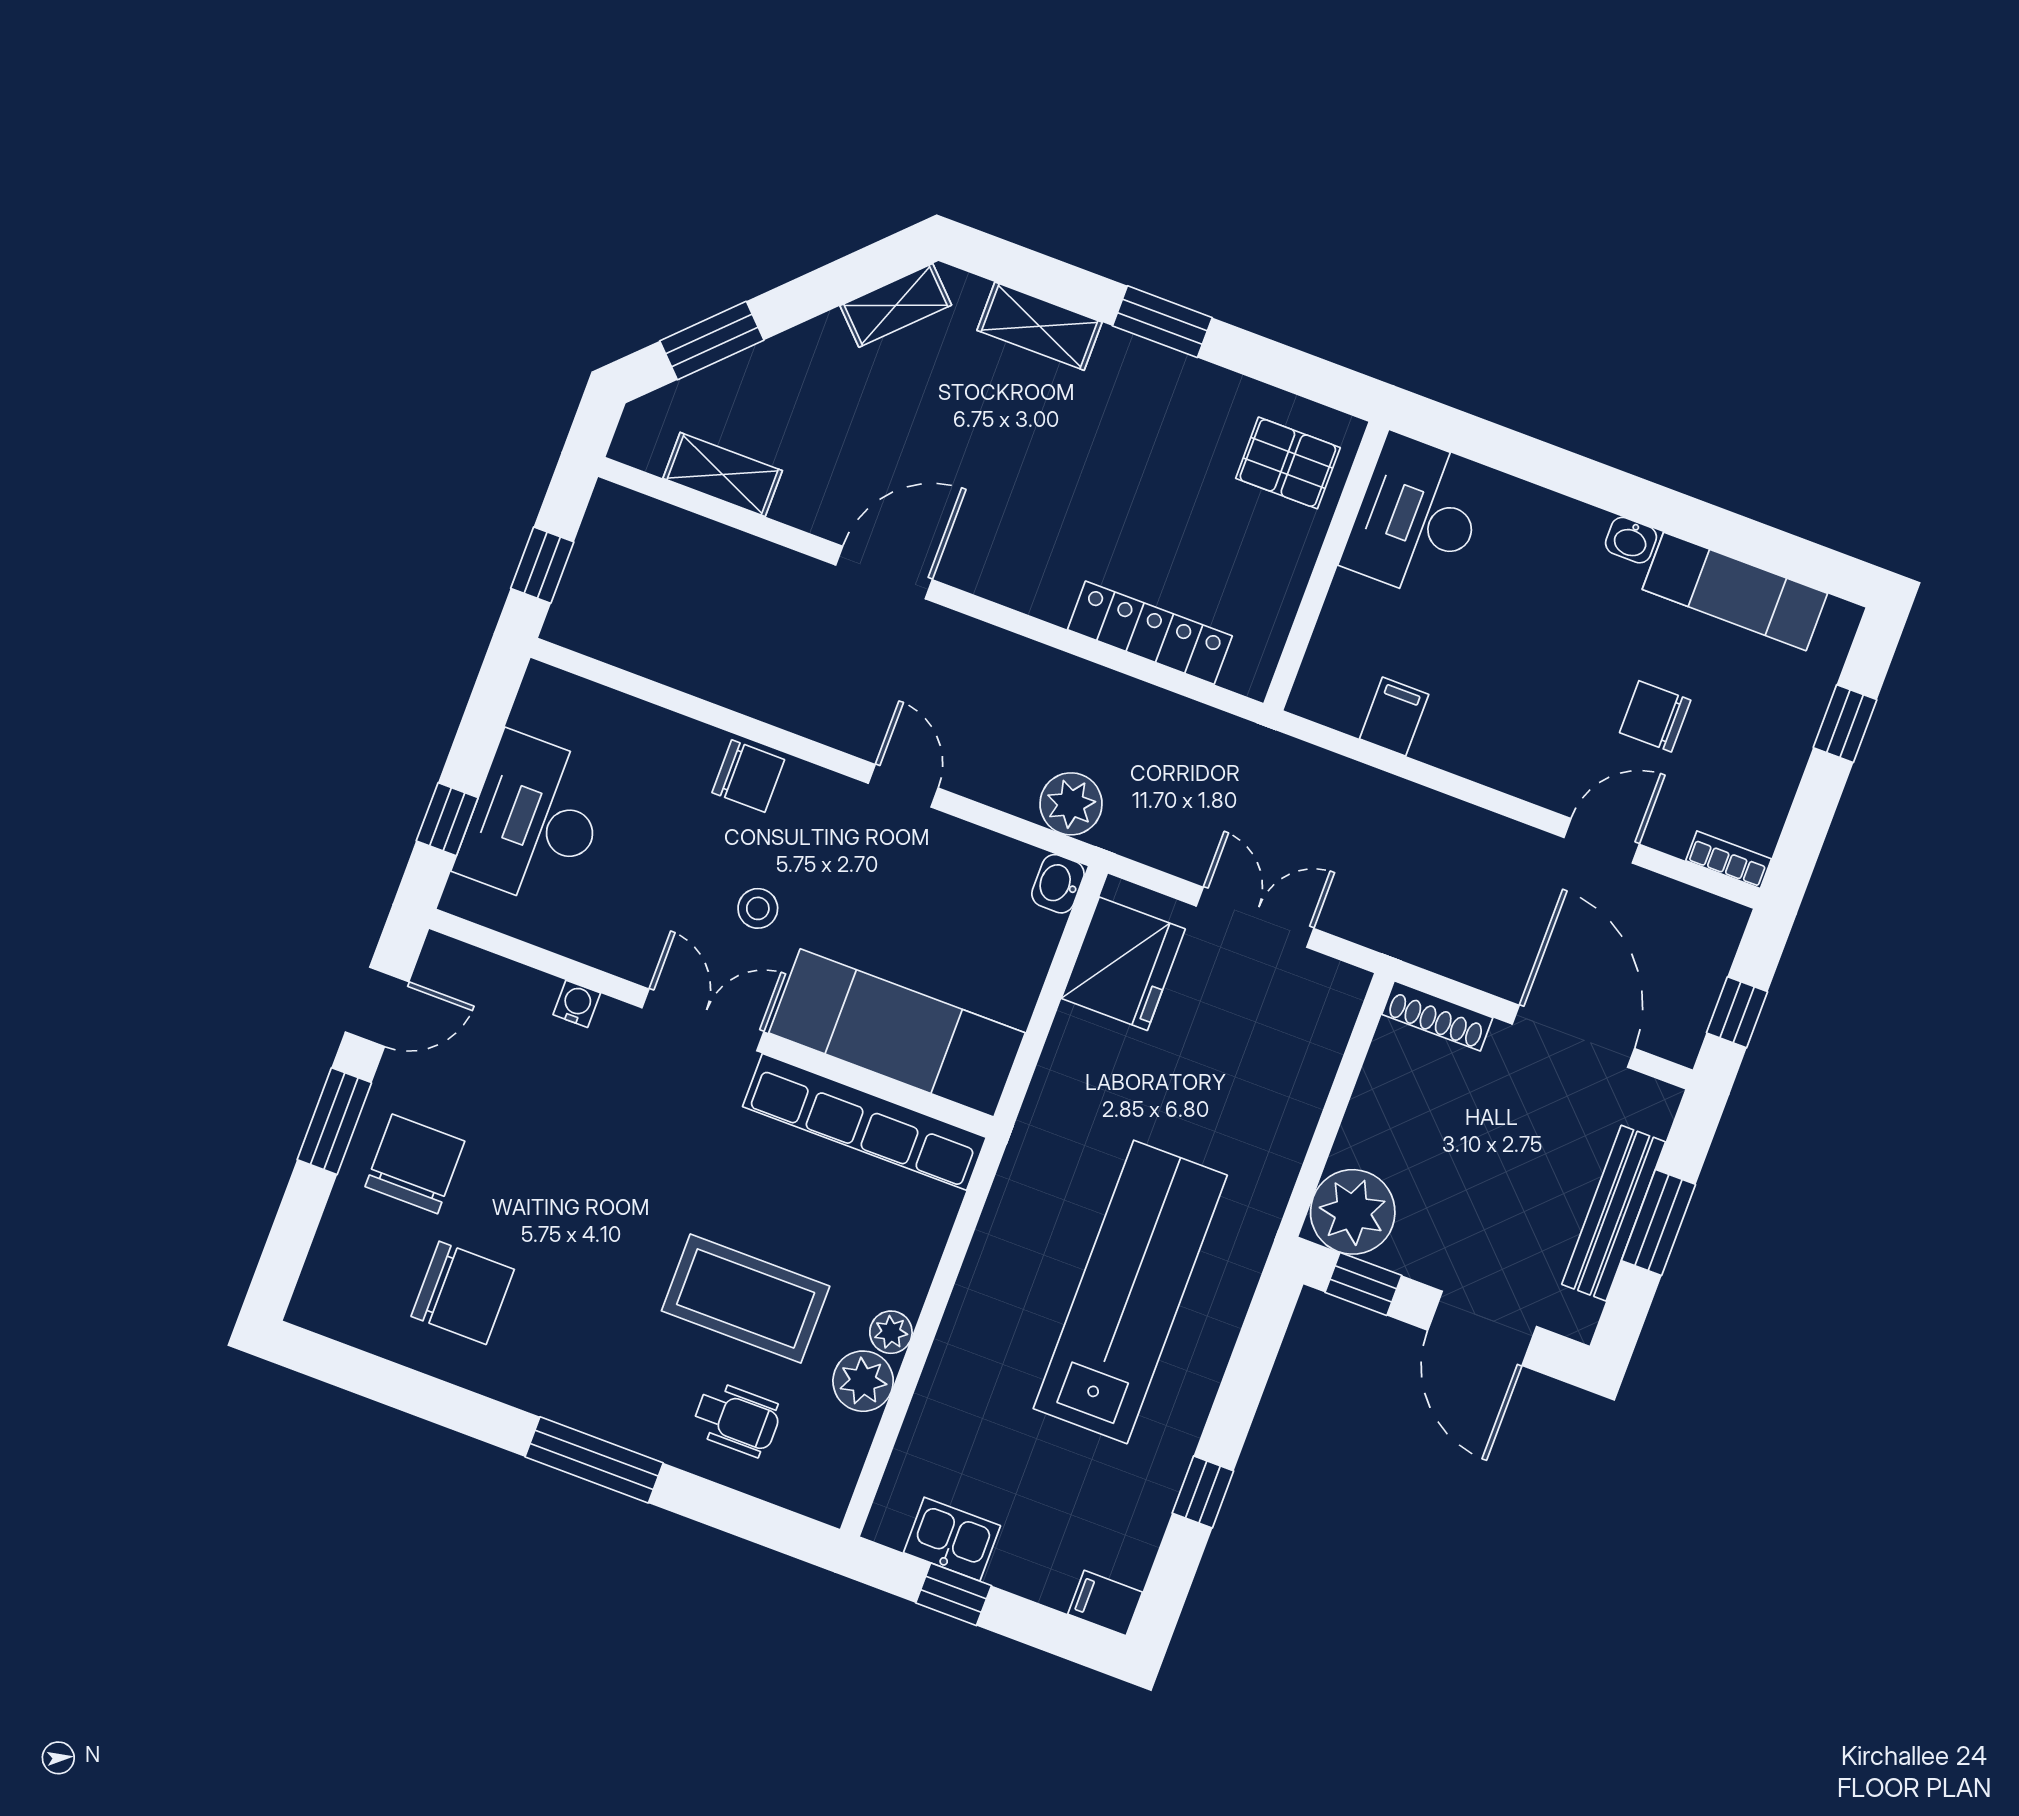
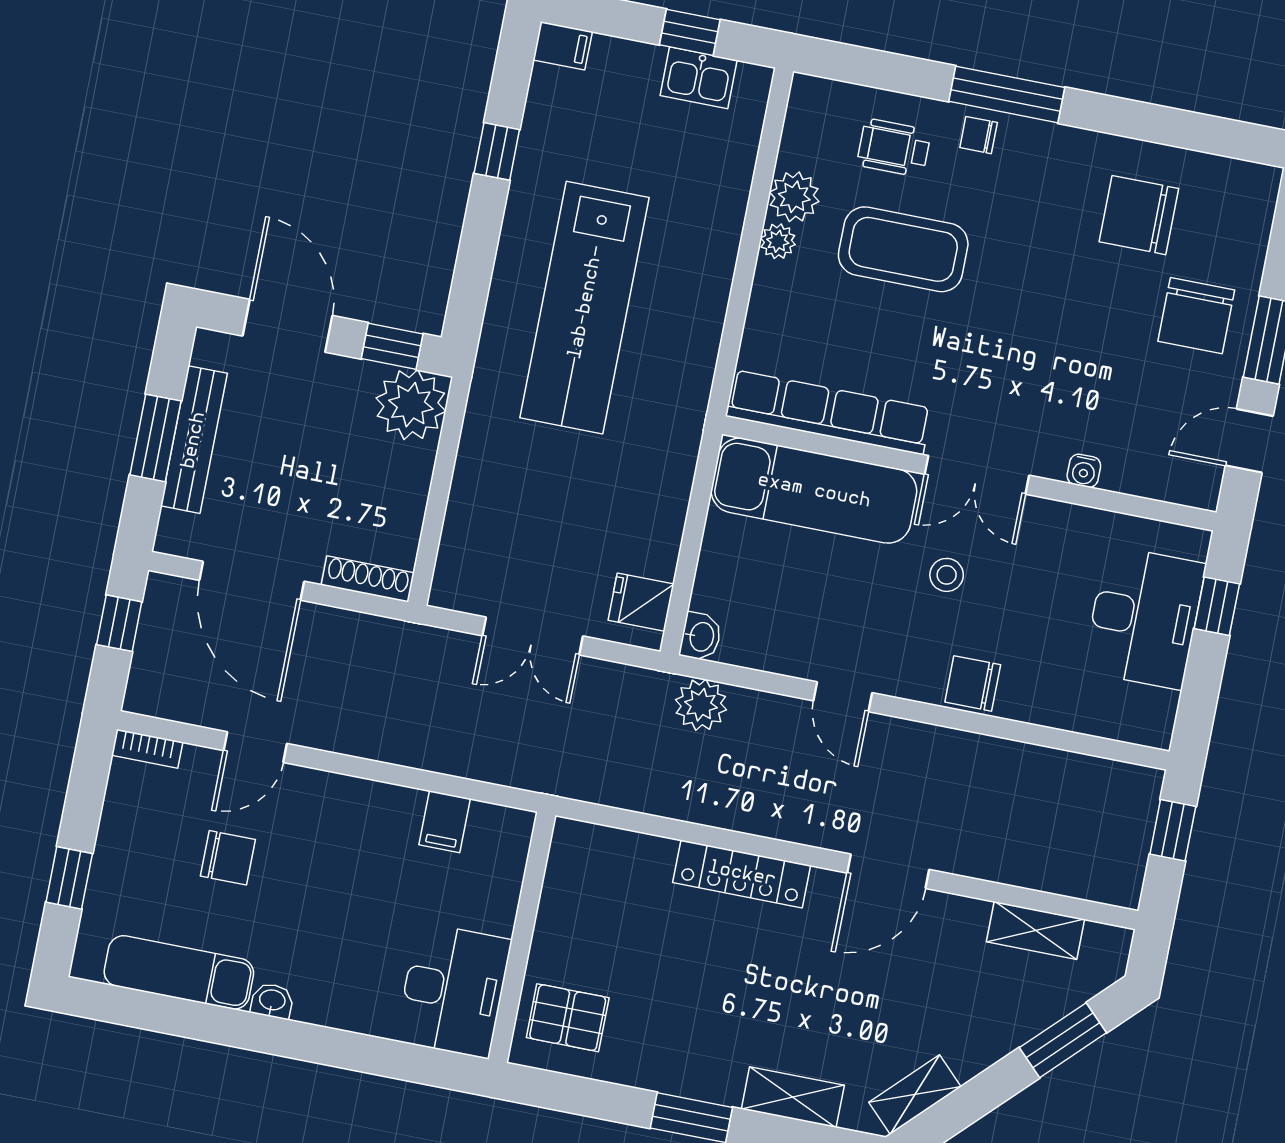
locker: (1150, 633) -> (742, 874), moved
fridge: (1123, 964) -> (641, 602), width x0.53, depth x0.75
chair: (635, 1418) -> (979, 135), added

